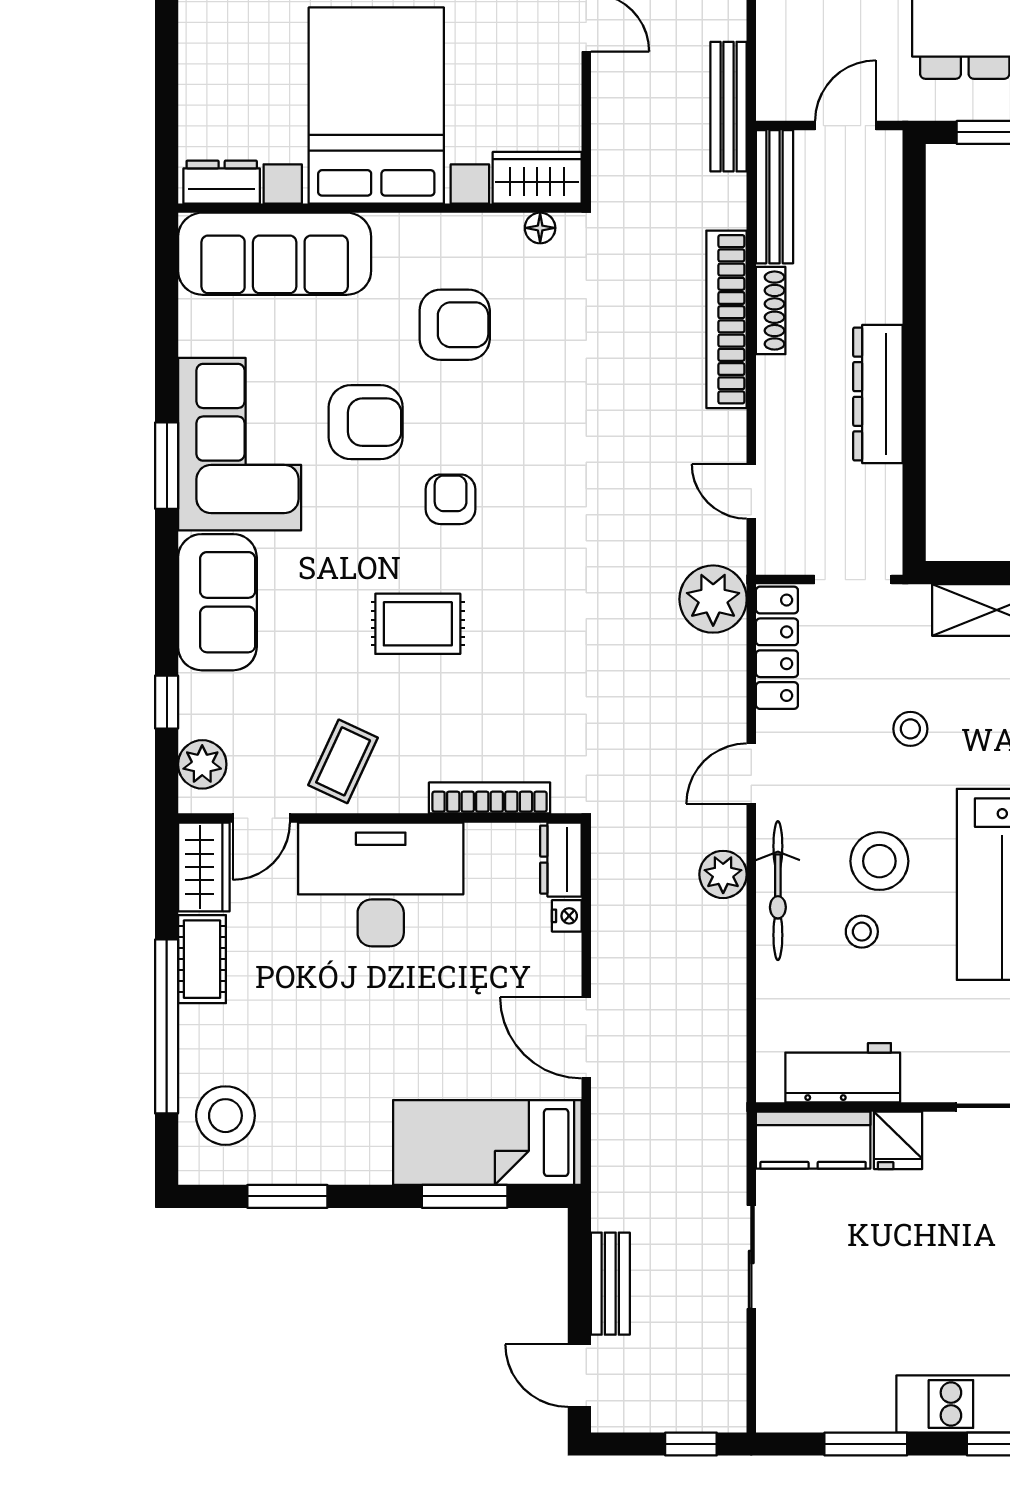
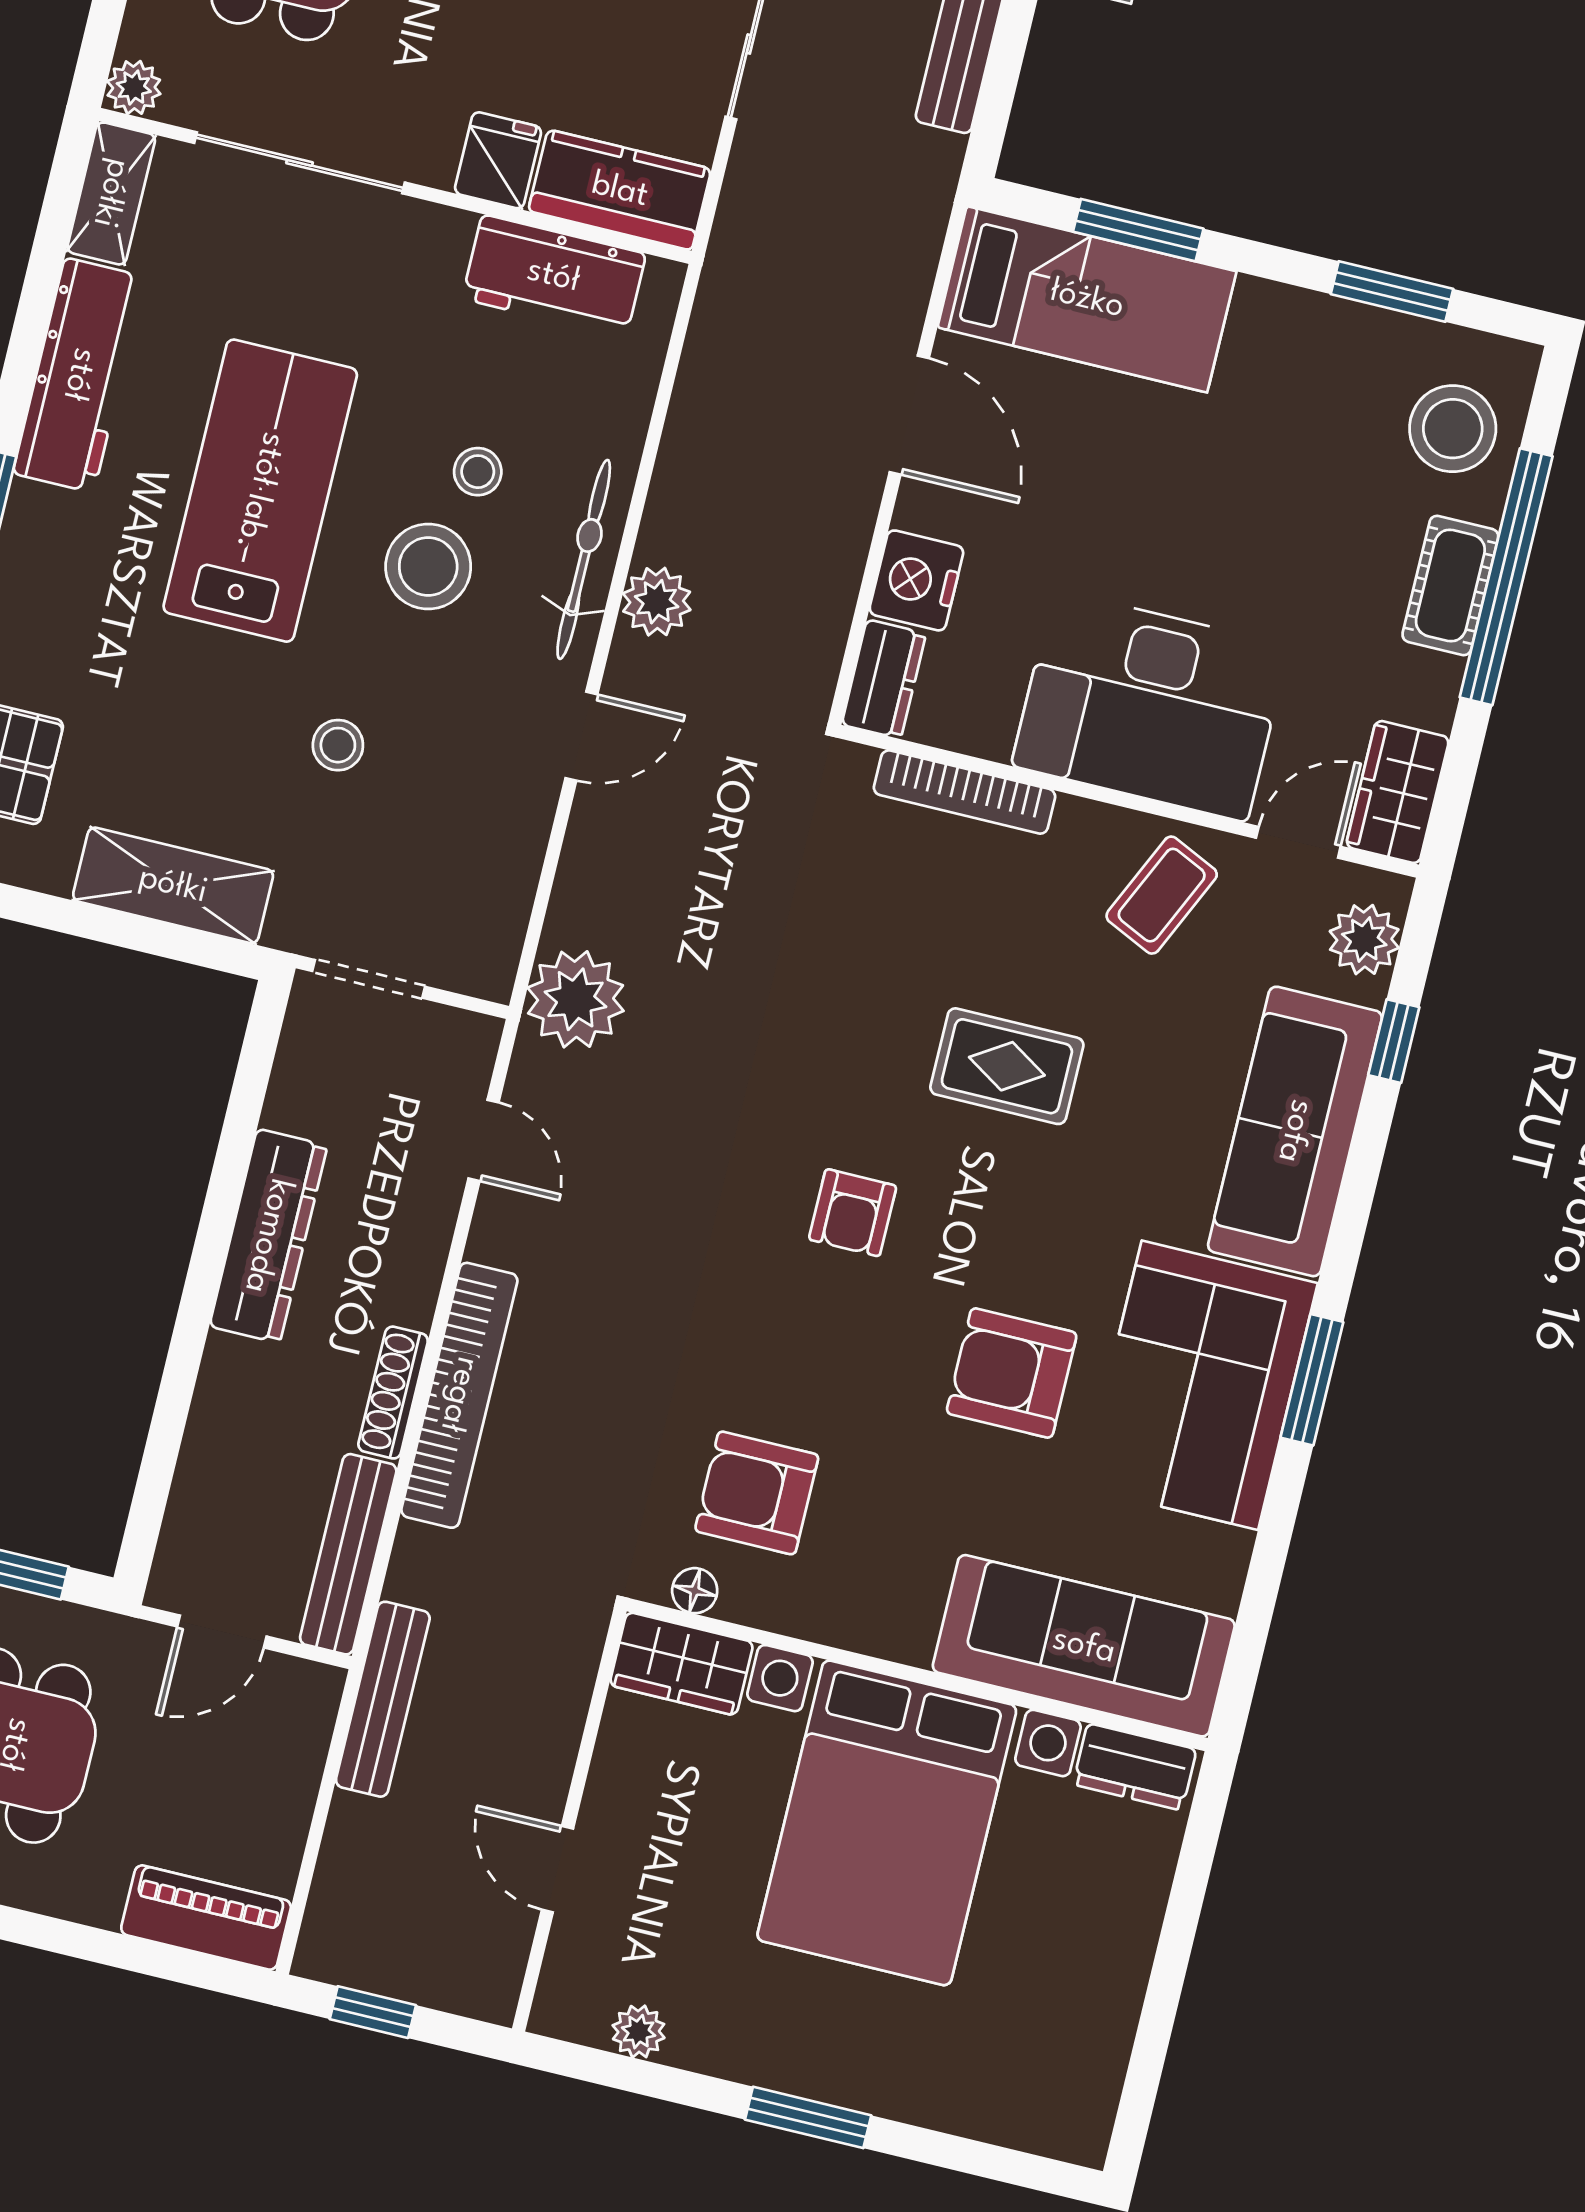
armchair: (455, 325) -> (757, 1493), moved
armchair: (451, 499) -> (853, 1213), moved
sofa: (217, 602) -> (1295, 1131), width x1.36
locker: (777, 648) -> (501, 907), removed
nightstand: (567, 916) -> (916, 580), width x1.89, depth x1.79
cot: (202, 959) -> (1450, 585), moved

